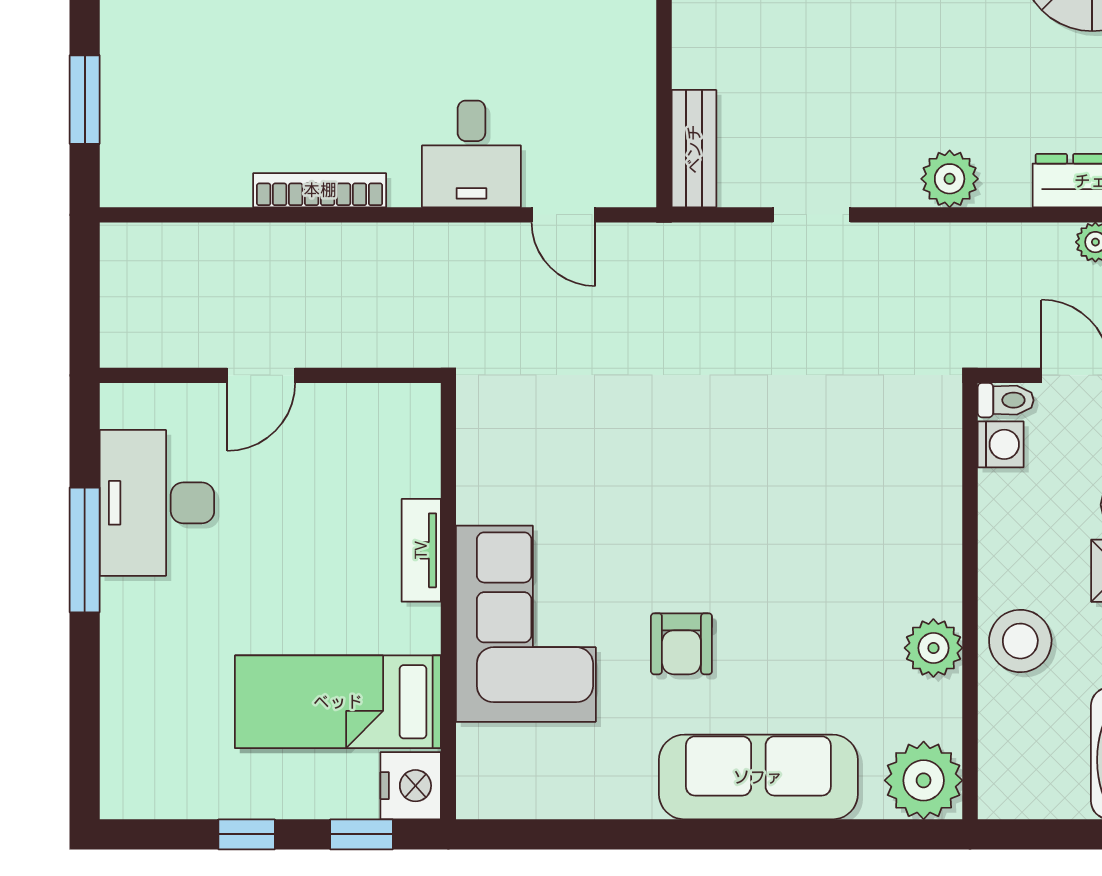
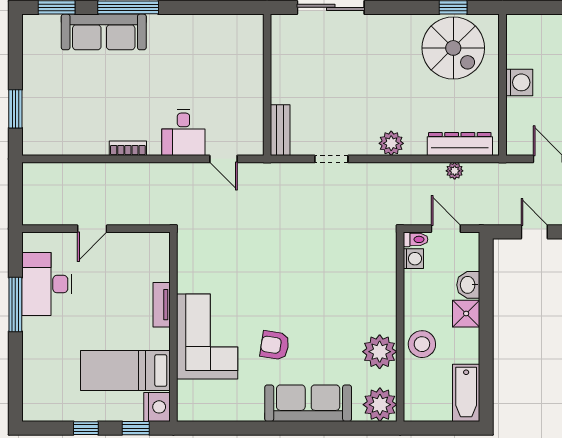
bookcase: (320, 190) -> (128, 148), width x0.64
armchair: (681, 644) -> (275, 345), turned 99
plant: (933, 648) -> (380, 352), width x1.36, depth x1.36

